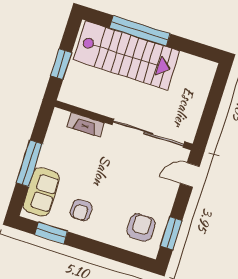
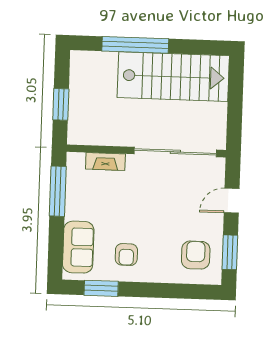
stairs: (126, 55) -> (173, 77), moved
window: (29, 163) -> (58, 191), moved
door: (190, 175) -> (232, 201), moved

